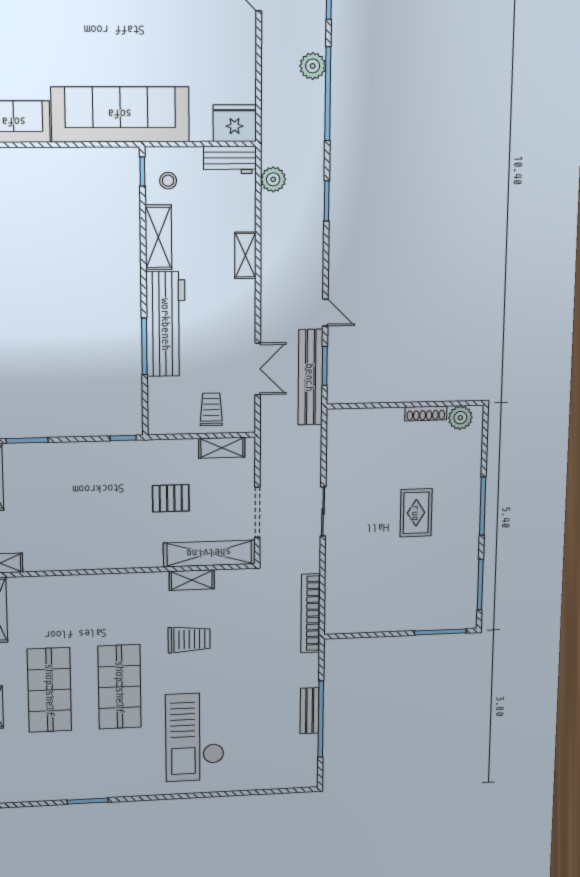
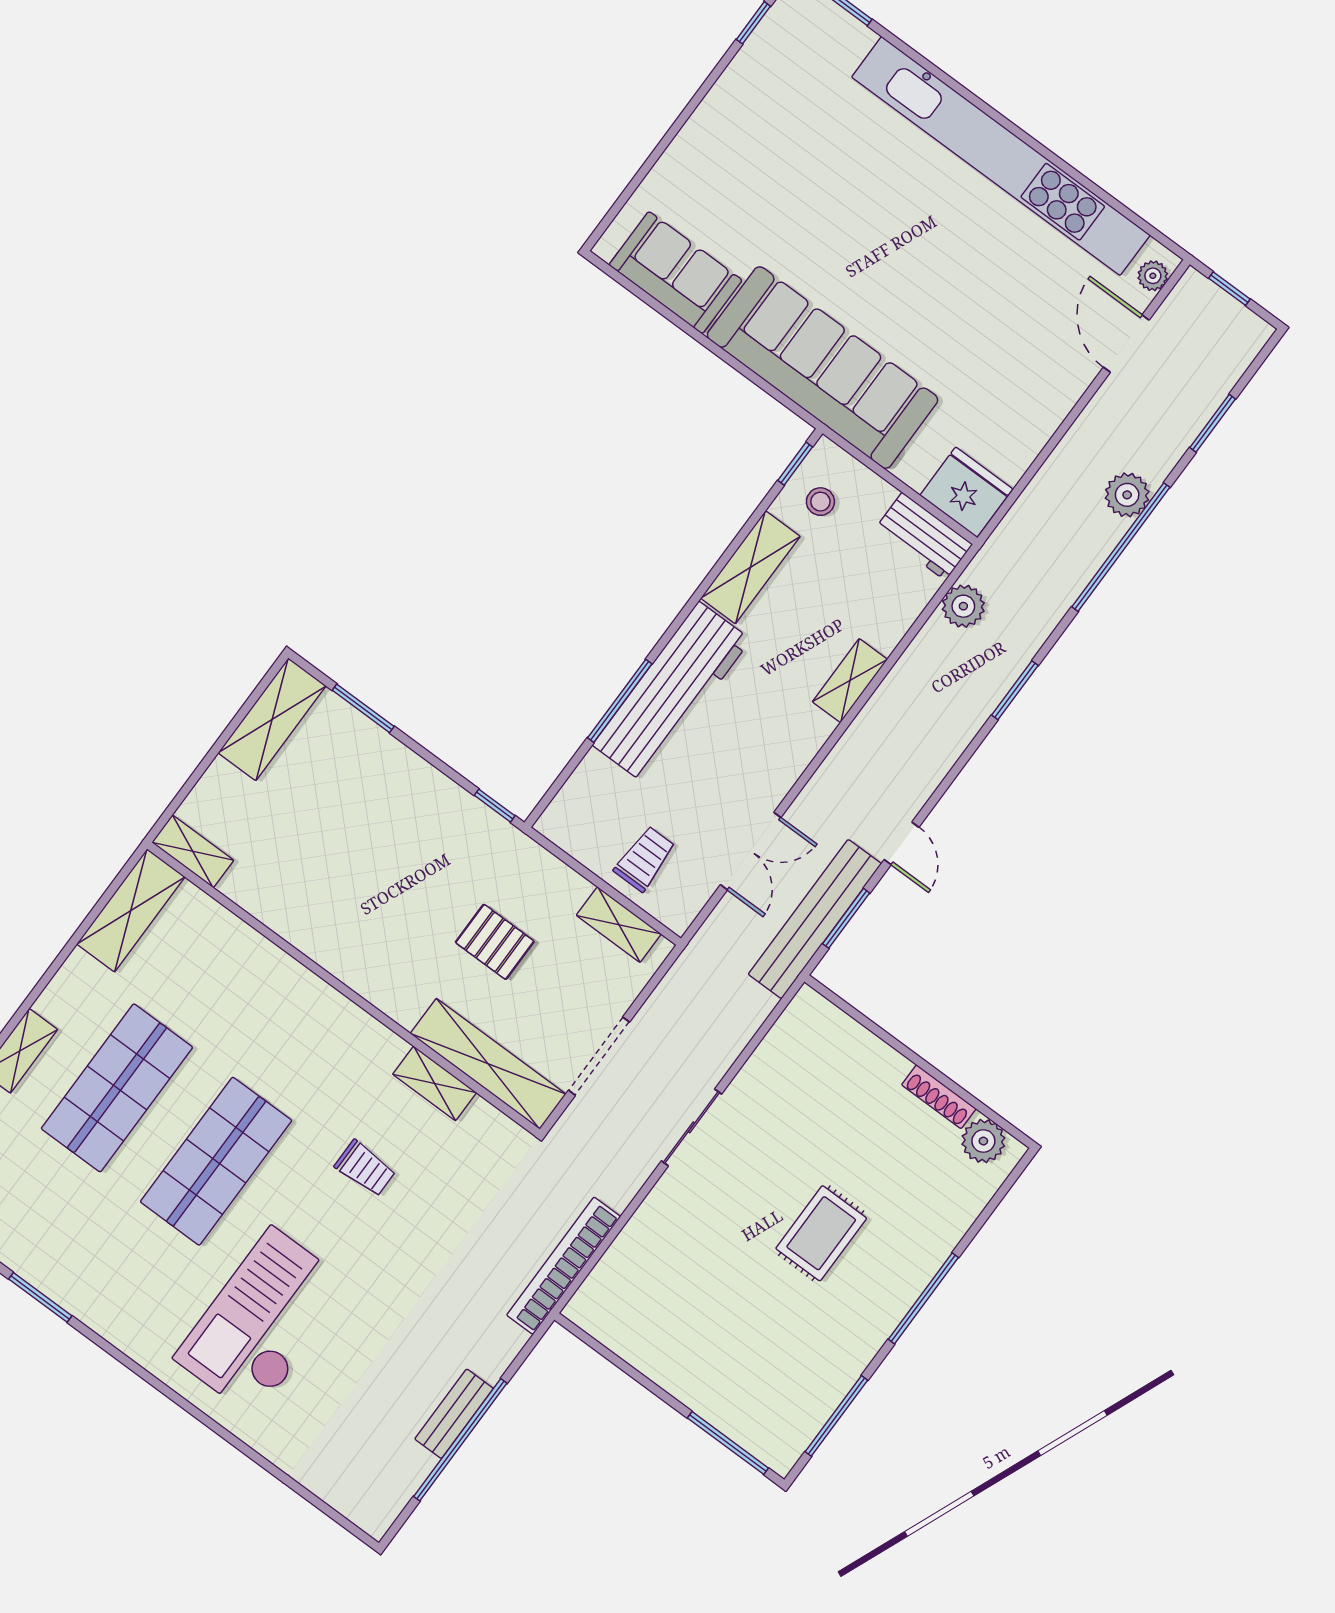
trolley: (189, 639) -> (365, 1168), width x0.73, depth x0.72

